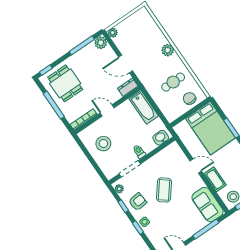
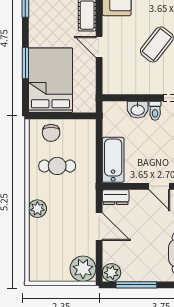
plant: (113, 33) -> (83, 269), width x1.88, depth x1.88
washbasin: (161, 138) -> (138, 110), moved

